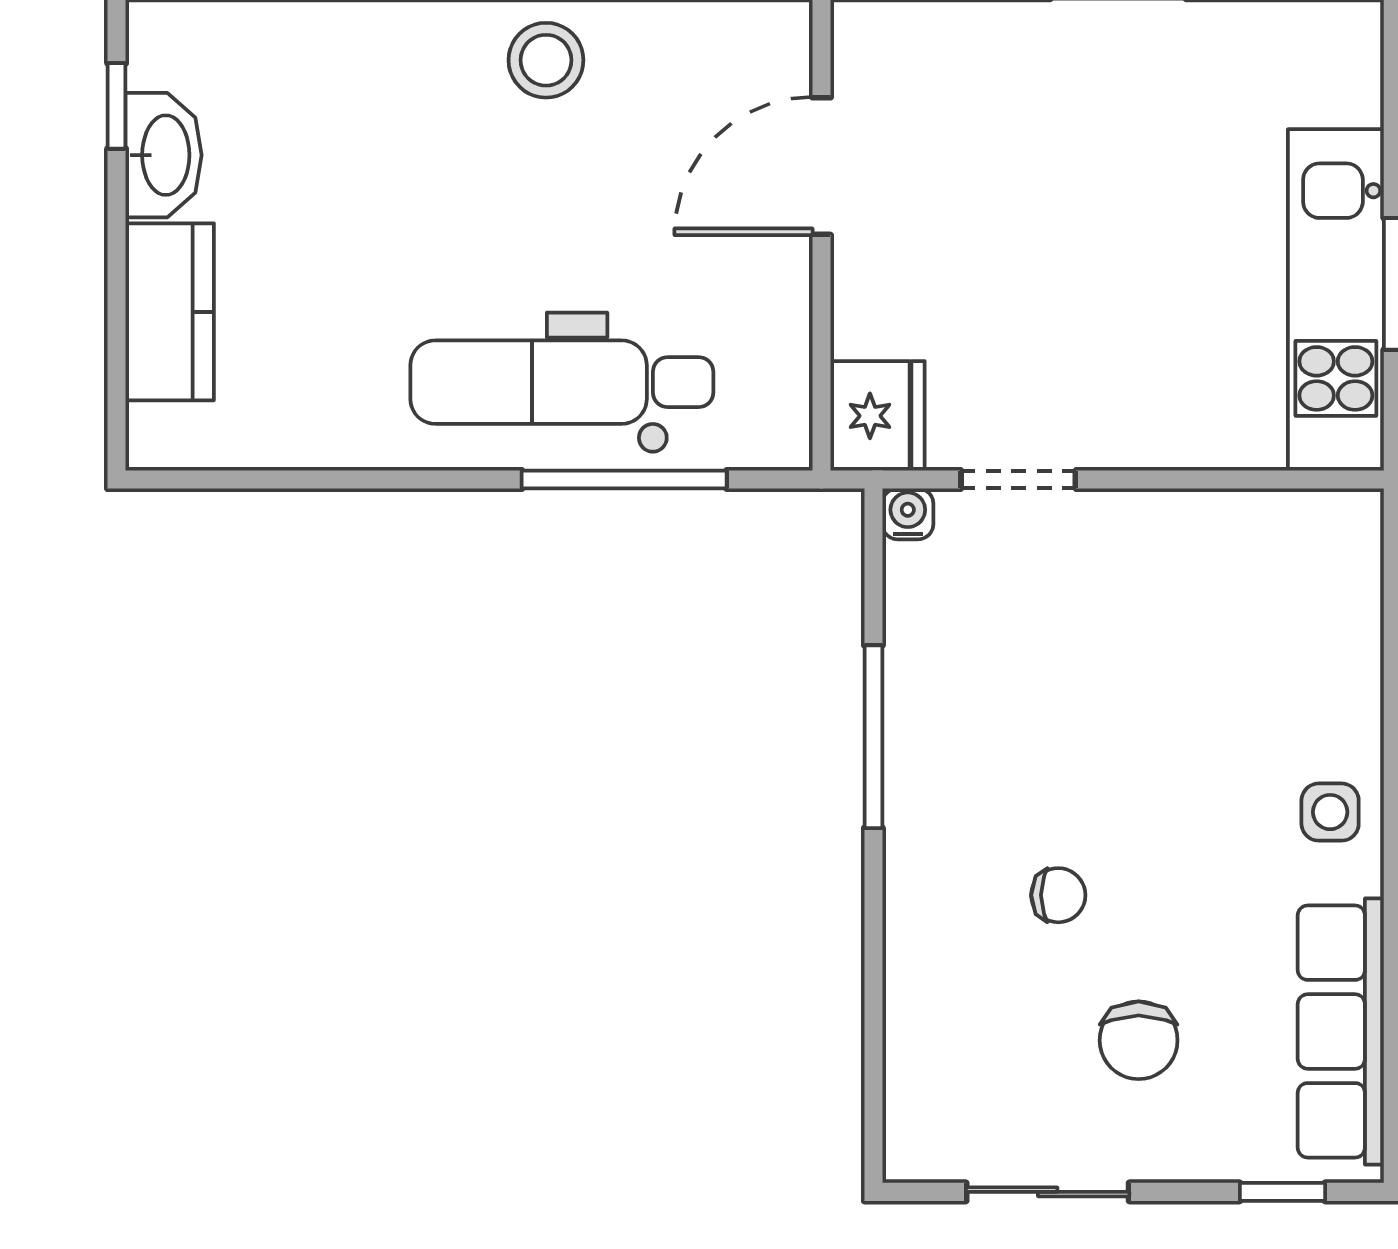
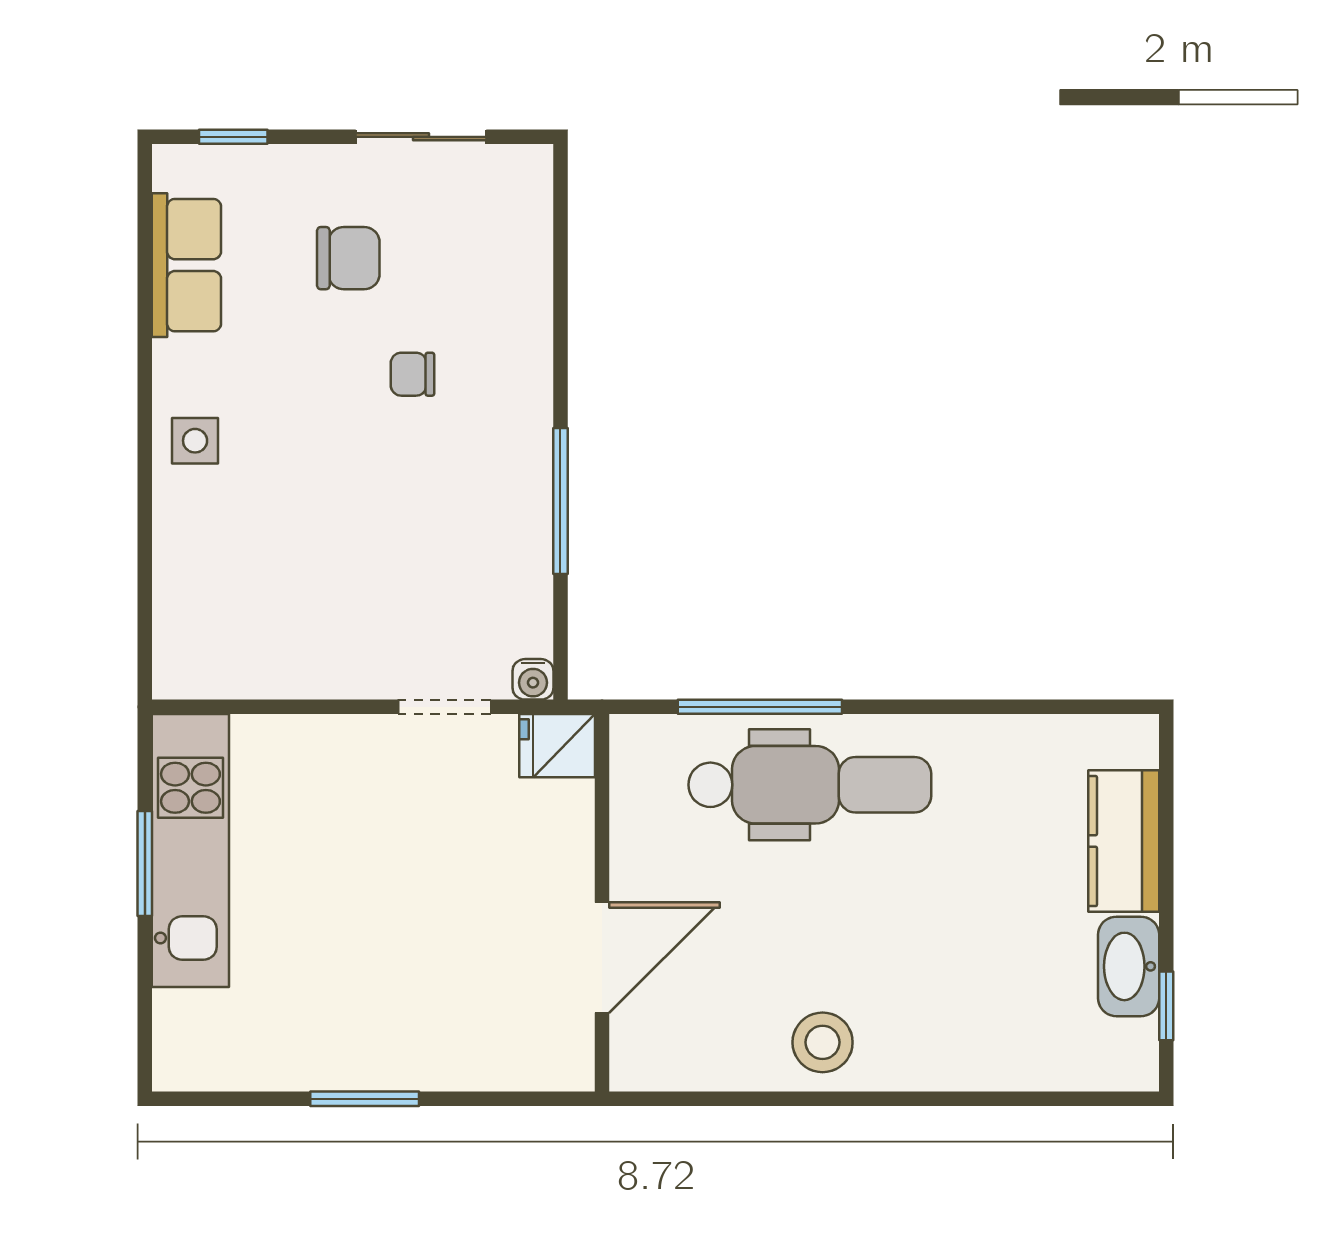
fridge: (878, 416) -> (557, 746), width x0.72
row of seats: (1341, 1031) -> (186, 265), width x0.68
chair: (1139, 1040) -> (348, 258), turned 90

